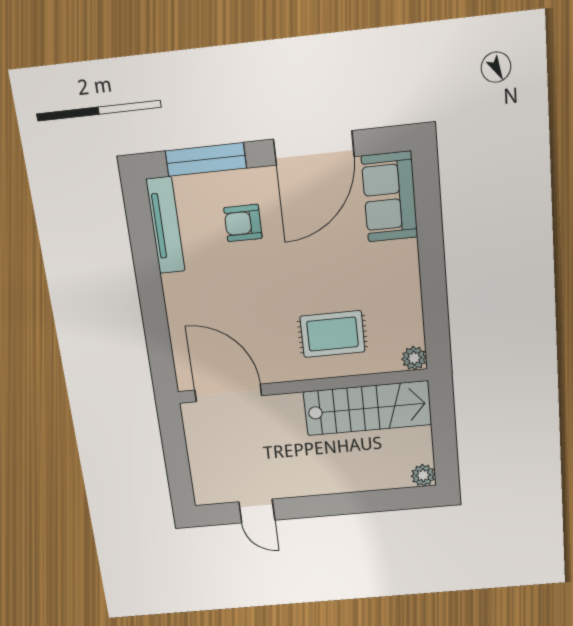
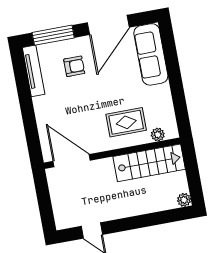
sofa: (390, 197) -> (151, 54), width x1.36
armchair: (243, 223) -> (74, 66), turned 180
plant: (414, 358) -> (158, 135), moved

